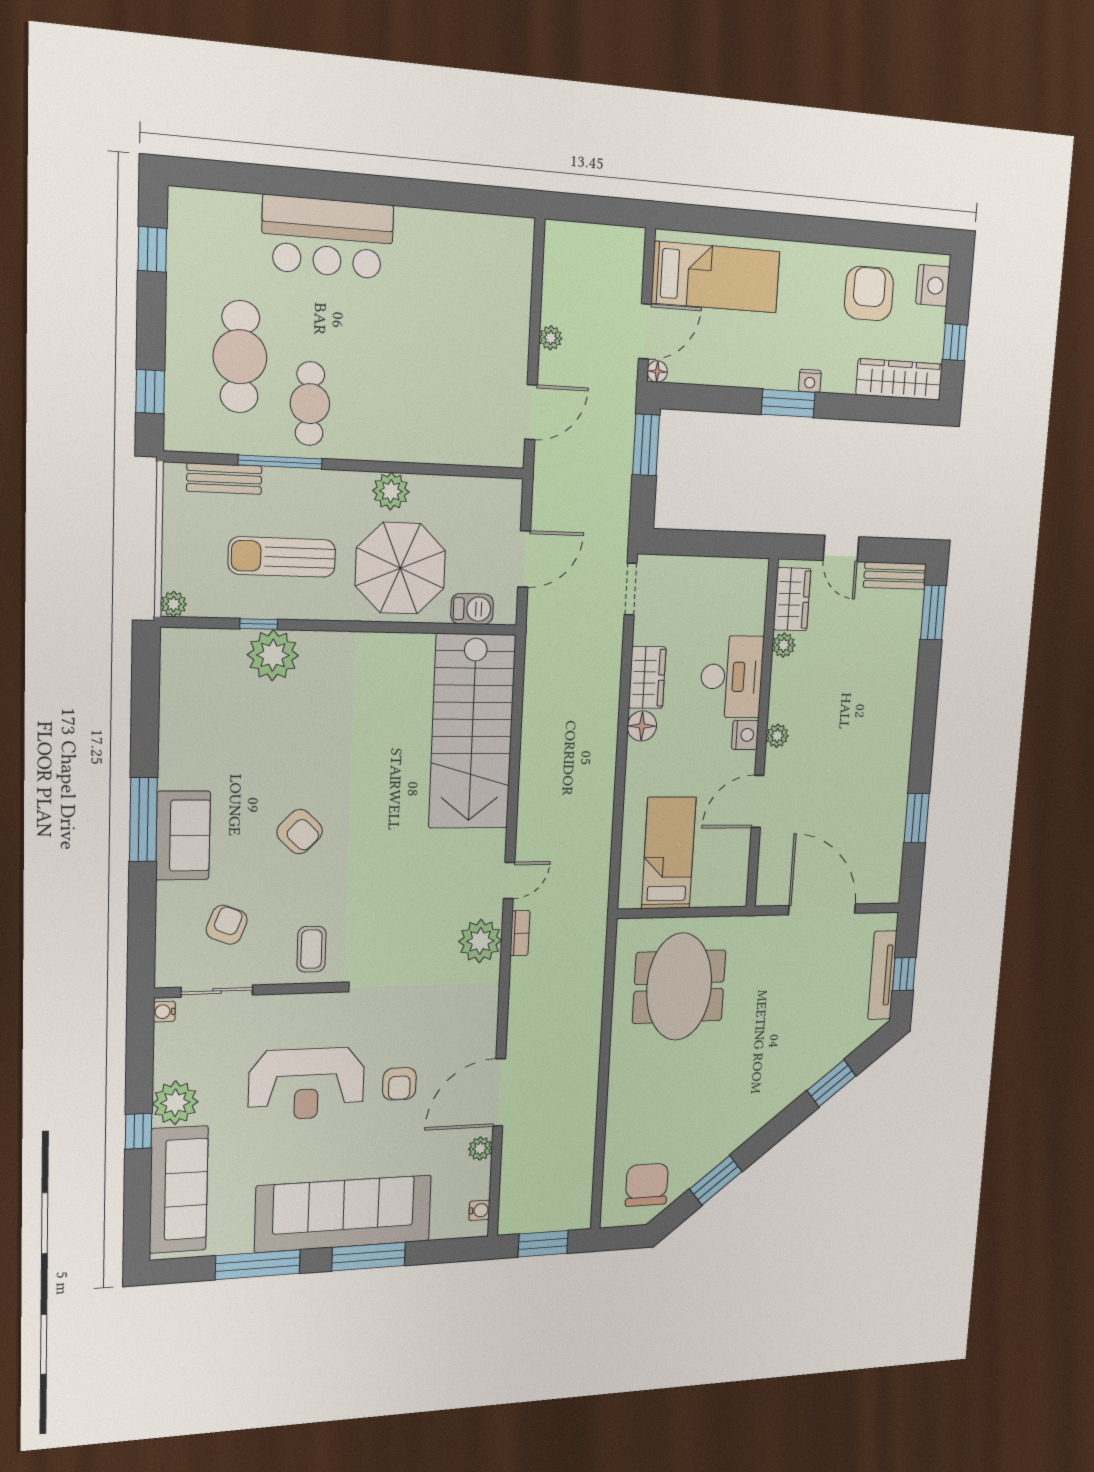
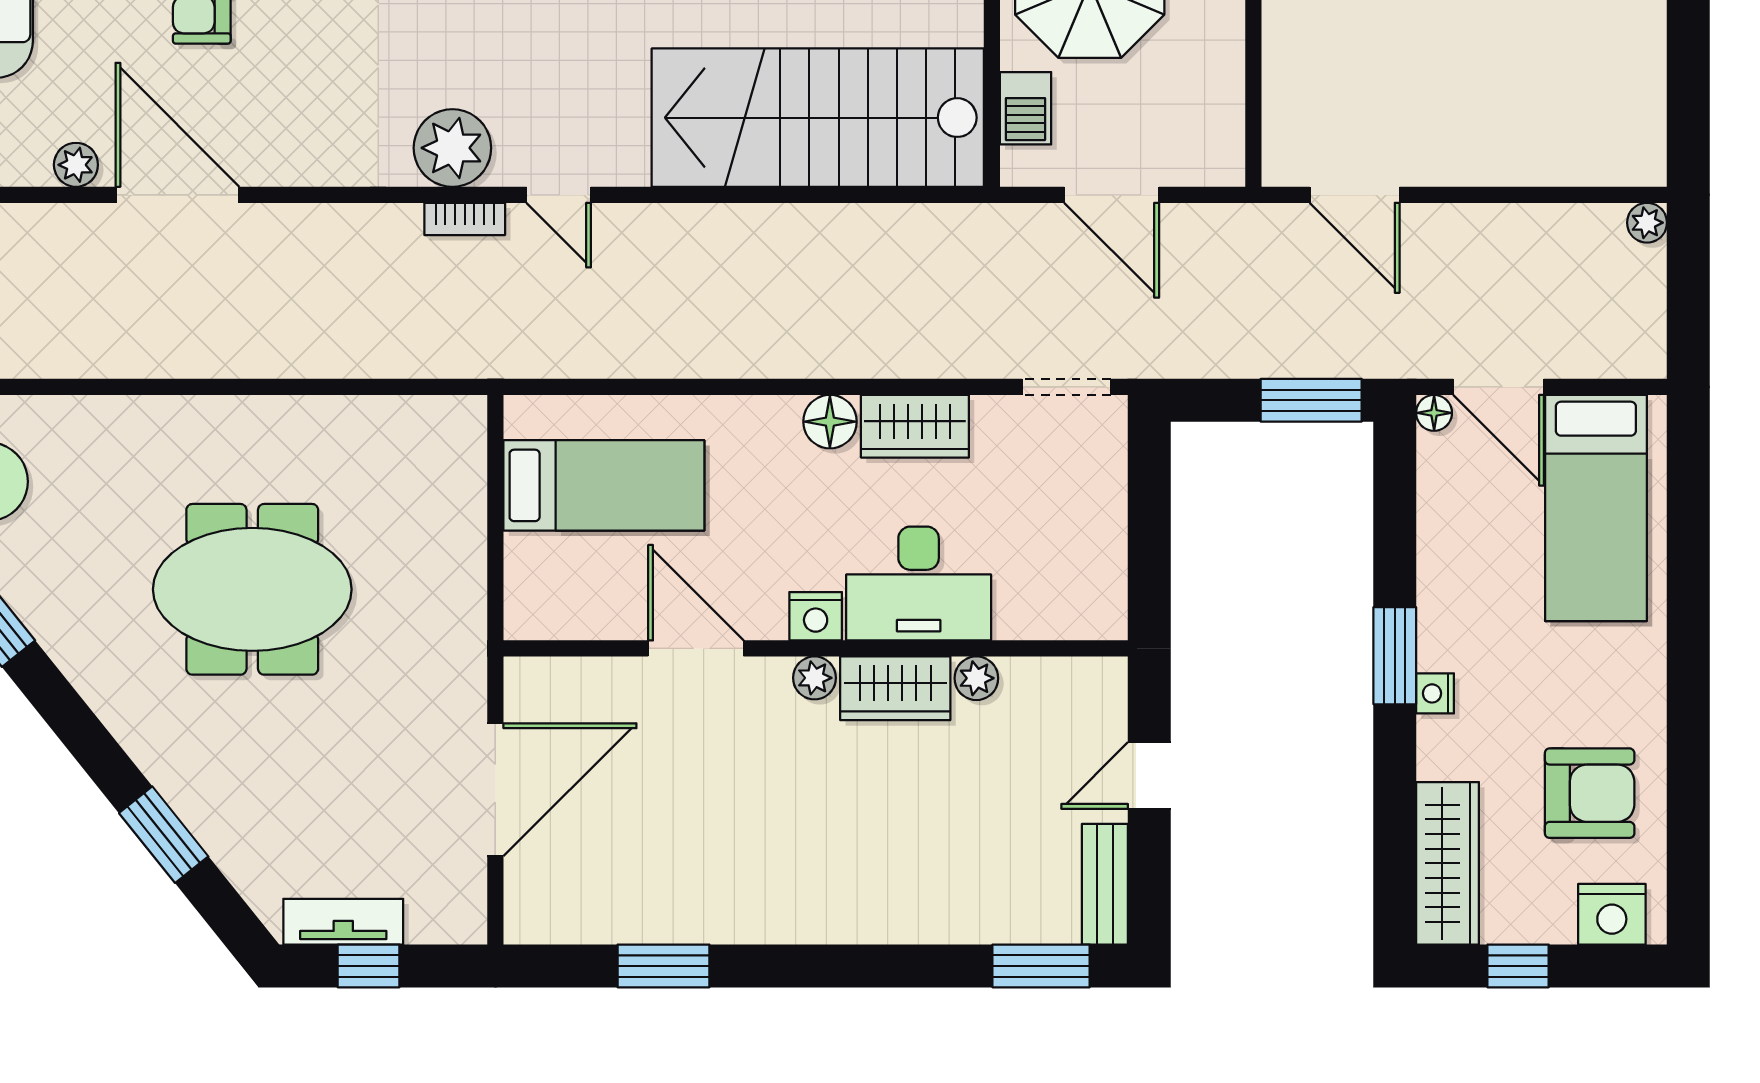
plant: (551, 338) -> (1647, 223), moved
wardrobe: (792, 599) -> (895, 688), moved
tv unit: (882, 975) -> (343, 922), width x0.71
meeting table: (679, 987) -> (252, 589), moved

